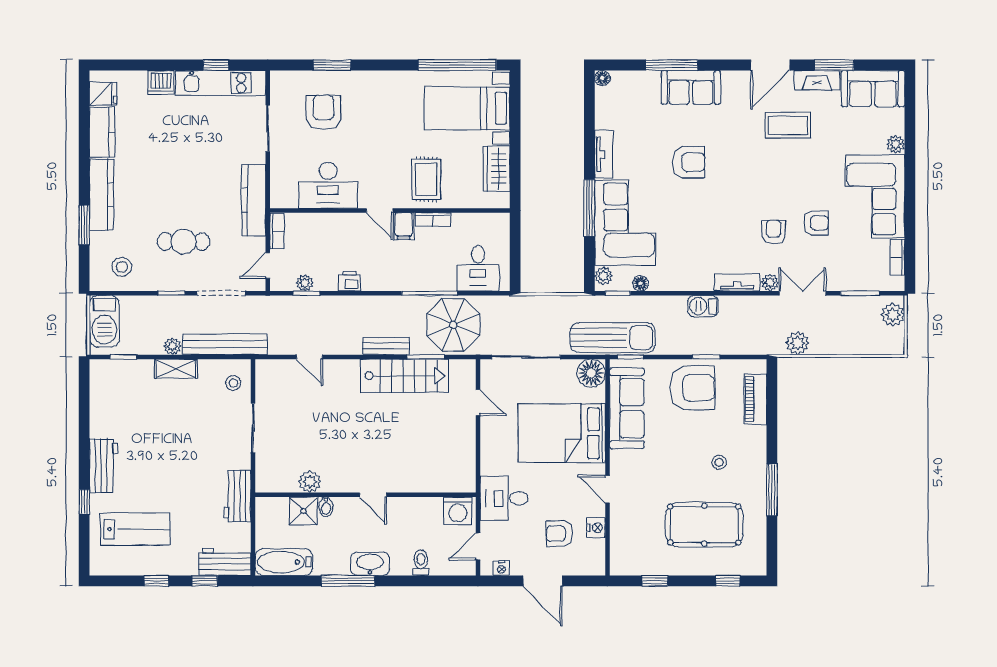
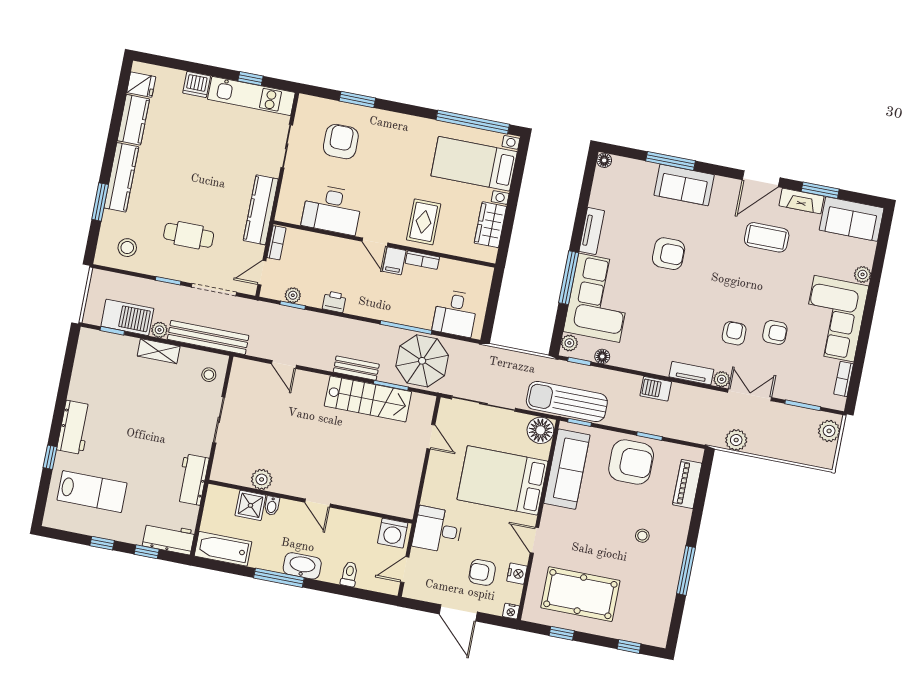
barbecue: (104, 321) -> (127, 317), moved, turned -90
sun lounger: (613, 338) -> (567, 401), turned 180
pool table: (704, 525) -> (580, 594), moved
nightstand: (501, 568) -> (511, 611), moved

